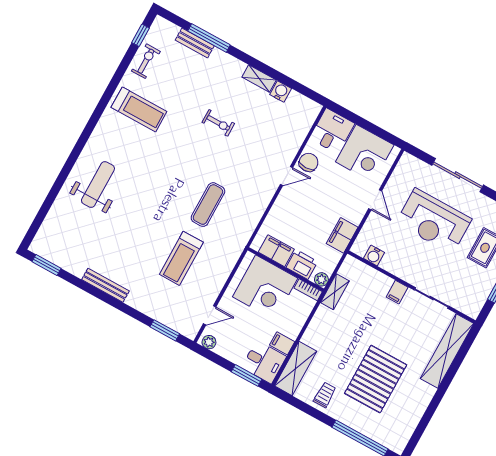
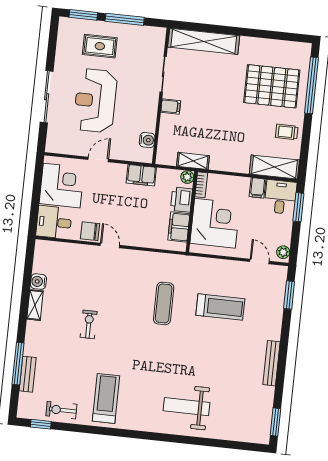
exercise mat: (208, 205) -> (164, 303), turned 90
reception desk: (434, 221) -> (95, 101), turned 180
pallet: (376, 379) -> (272, 86), moved

